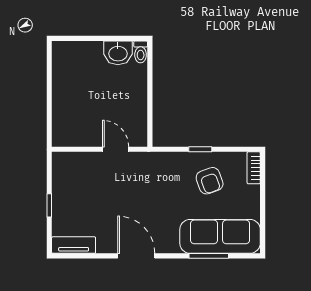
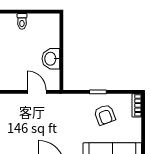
toilet: (141, 52) -> (22, 21), moved
washbasin: (118, 53) -> (51, 59), moved, turned 90

